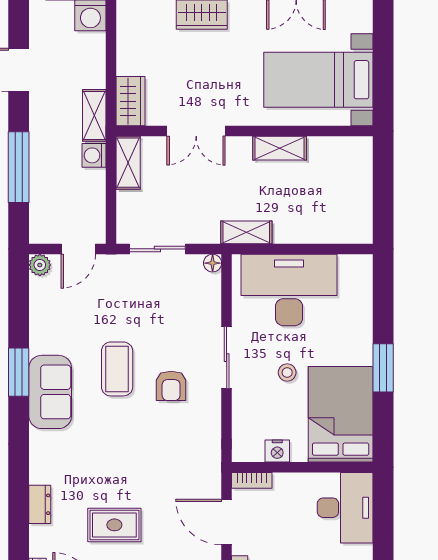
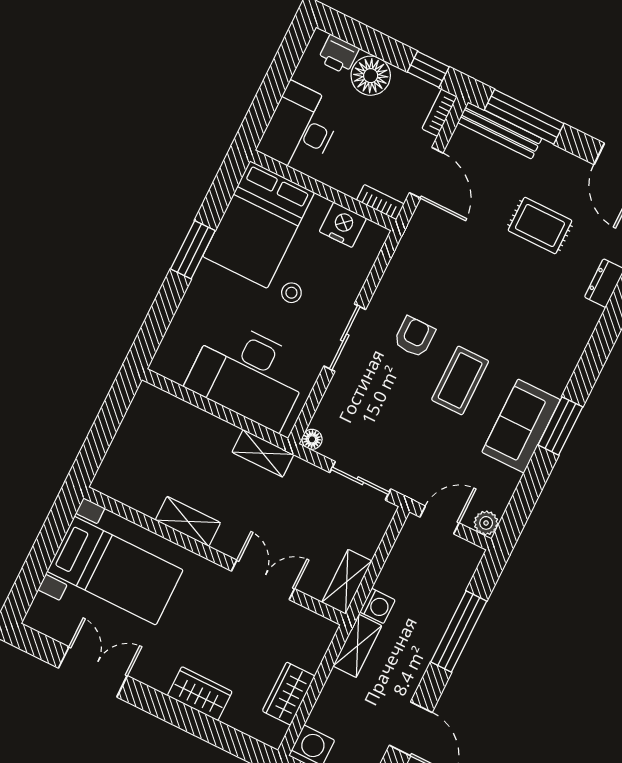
wardrobe: (130, 101) -> (289, 694), moved
sofa: (50, 392) -> (521, 426), moved
nightstand: (277, 451) -> (343, 225), width x1.36, depth x1.33

